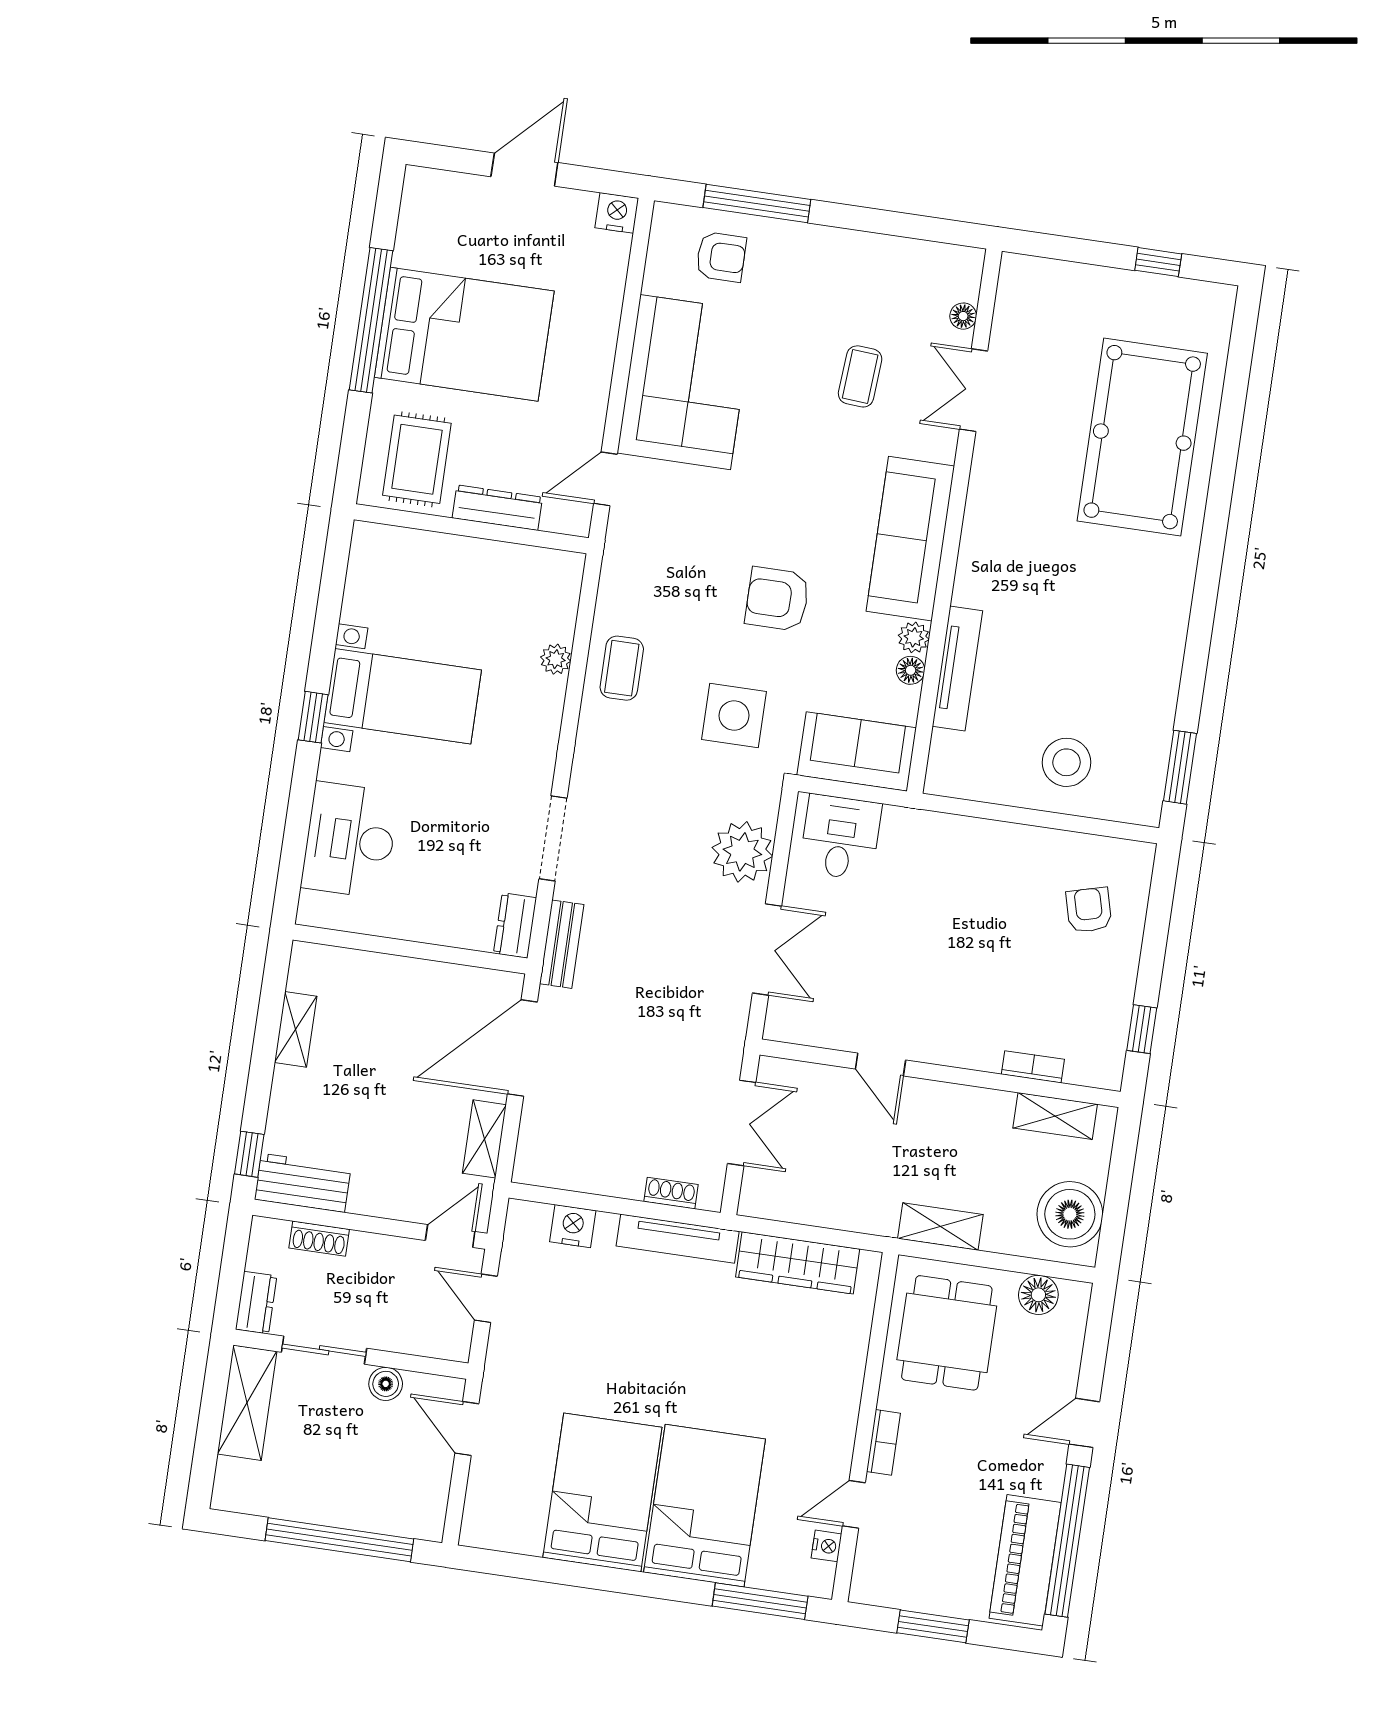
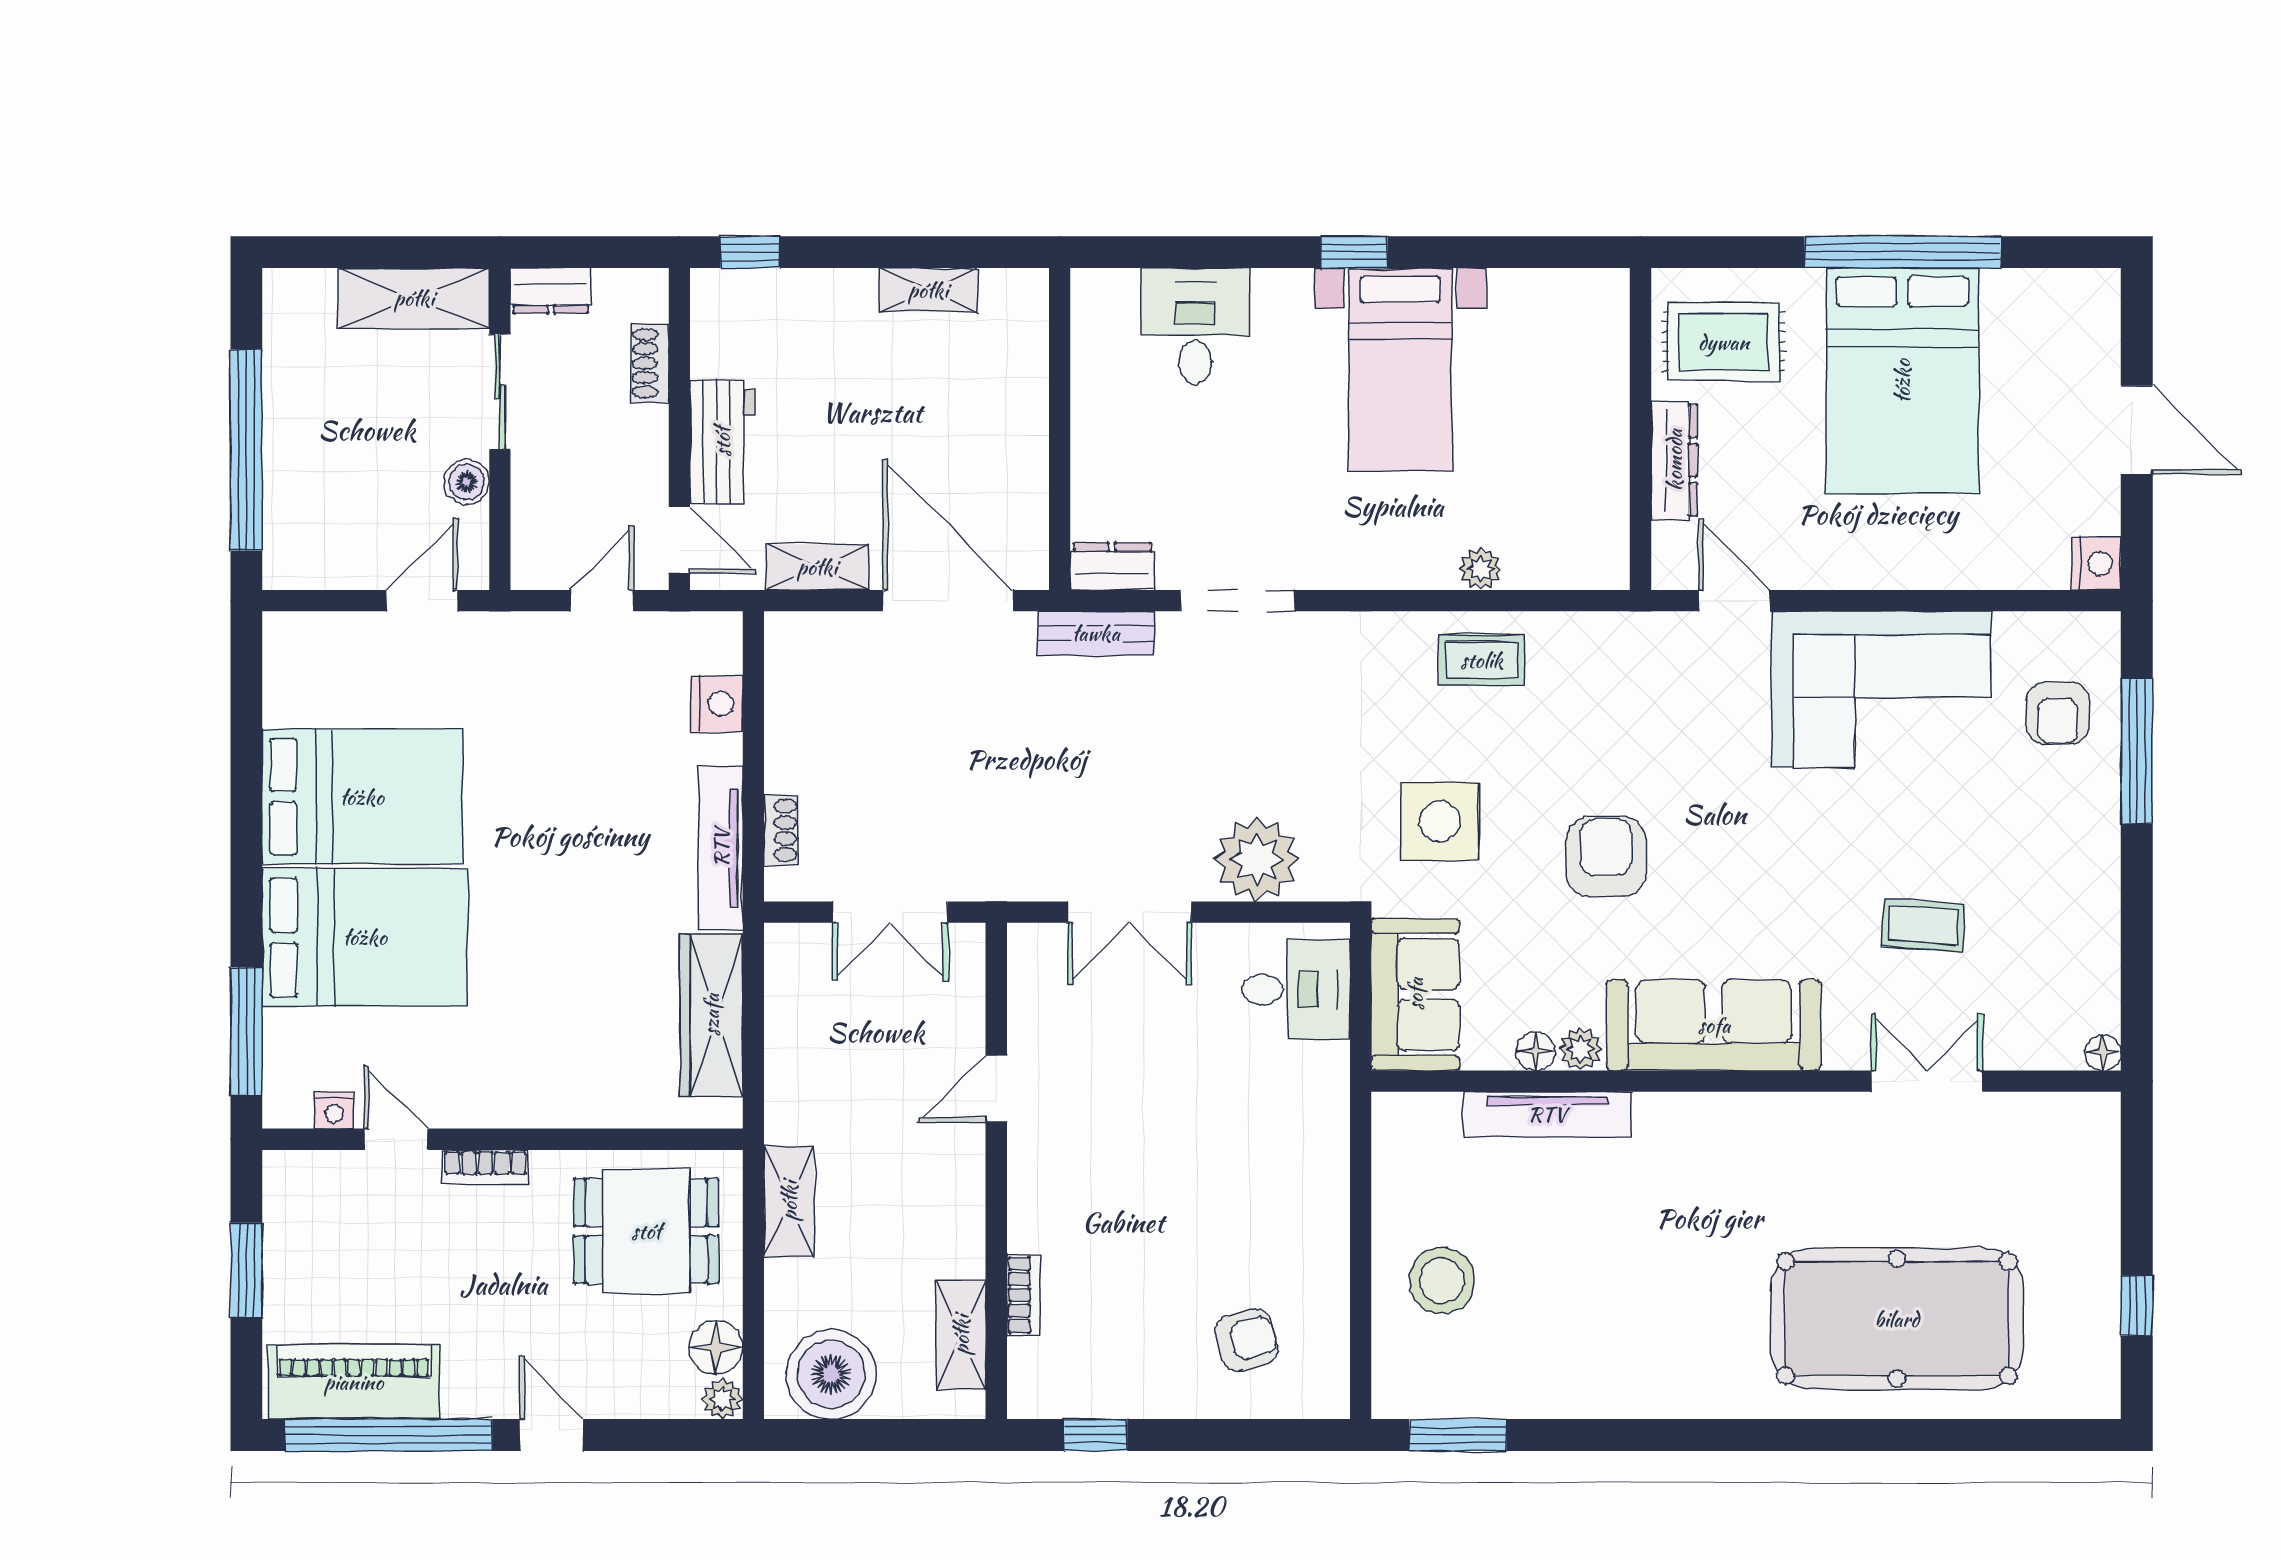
floor lamp: (963, 316) -> (2103, 1053), moved
desk: (350, 840) -> (1195, 326), width x0.73
workbench: (303, 1183) -> (722, 442), moved
plant: (1076, 1295) -> (723, 1399), added

